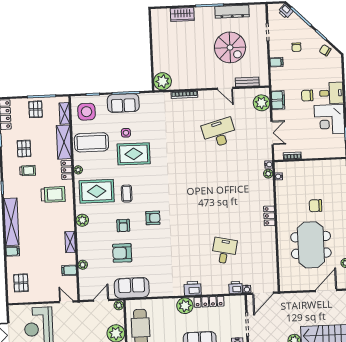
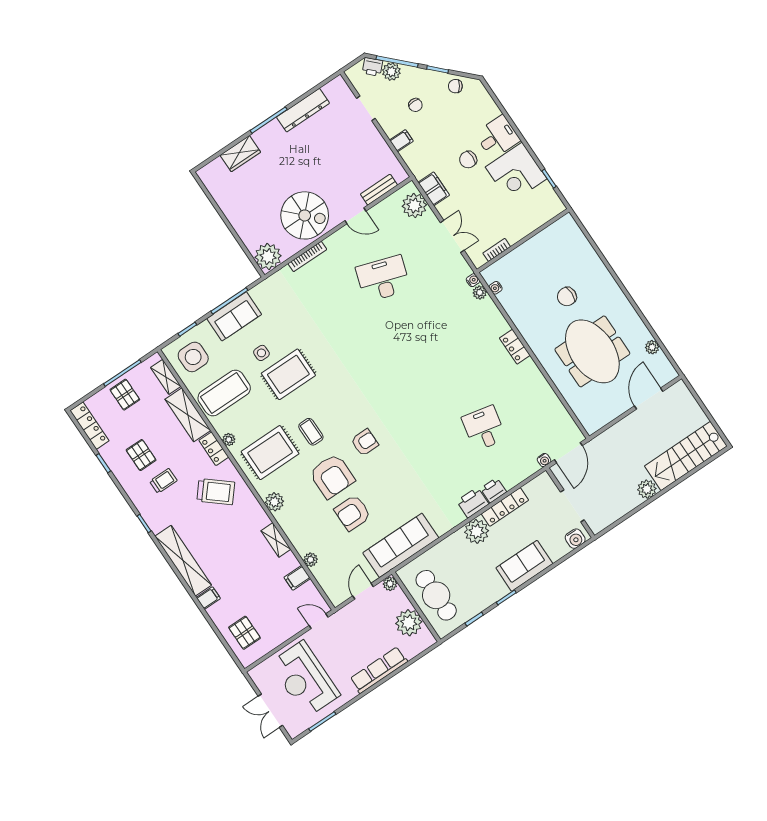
plant: (295, 20) -> (391, 72), added
spiral stairs: (230, 47) -> (305, 215), moved
desk: (219, 133) -> (383, 279), turned 33
trolley: (53, 195) -> (216, 492), turned 40
armchair: (123, 226) -> (332, 476), width x1.88, depth x1.88
printer: (236, 287) -> (493, 490), moved
sofa: (132, 288) -> (401, 545), width x1.36

